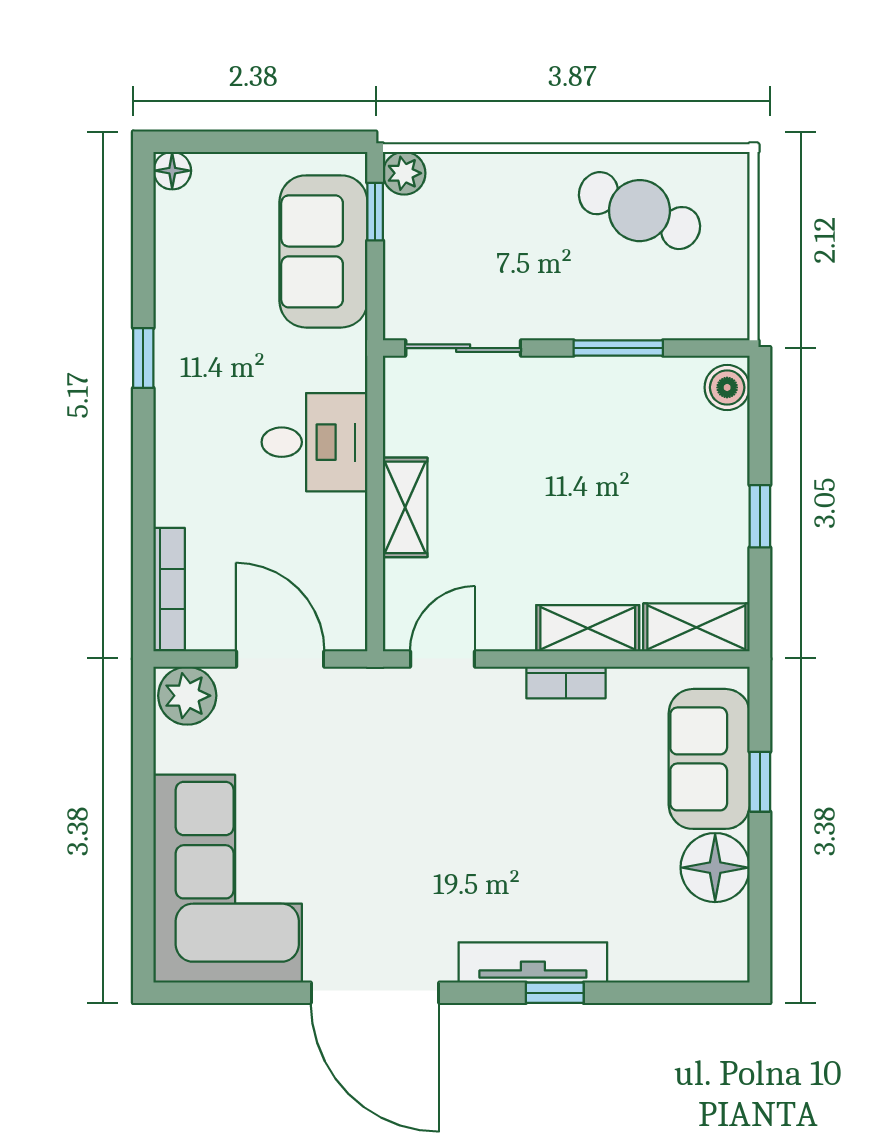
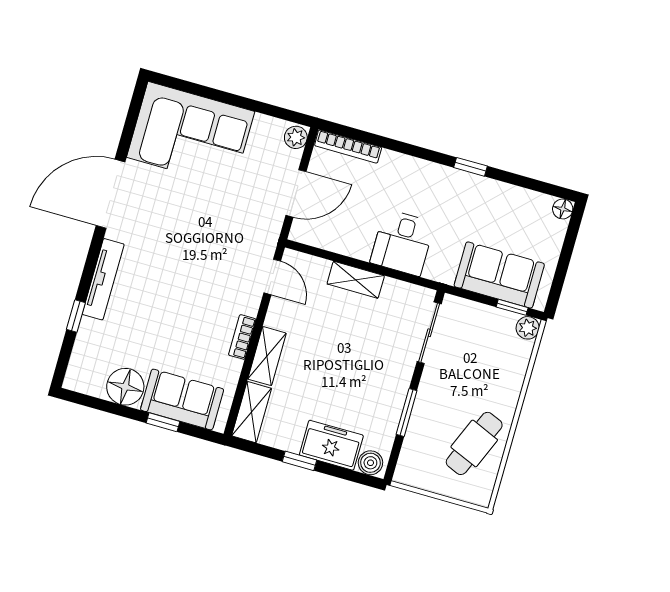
freezer: (715, 467) -> (331, 445), added
plant: (187, 696) -> (296, 137), width x0.73, depth x0.73
window: (555, 993) -> (76, 316), moved

